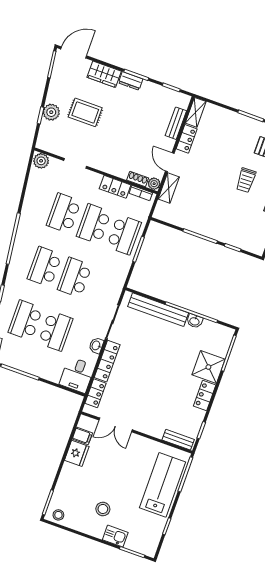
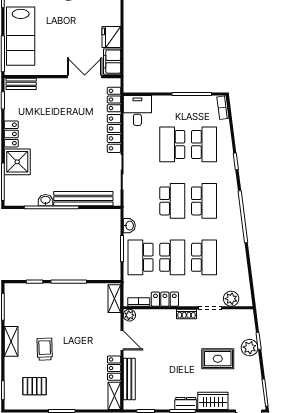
bench: (176, 123) -> (129, 379), width x1.36
plant: (41, 161) -> (231, 299), moved
shoe rack: (138, 179) -> (186, 314), moved
shelving: (169, 188) -> (114, 299), moved
washbasin: (96, 346) -> (129, 226), moved
filing cabinet: (82, 436) -> (112, 62), width x2.00

